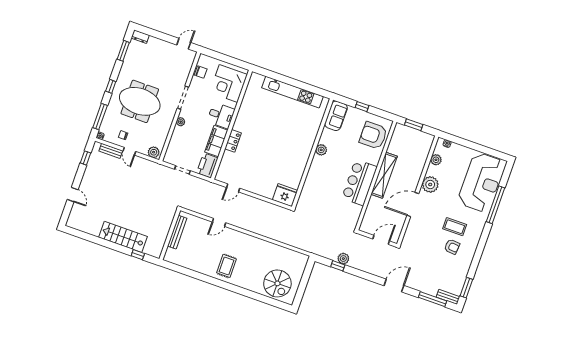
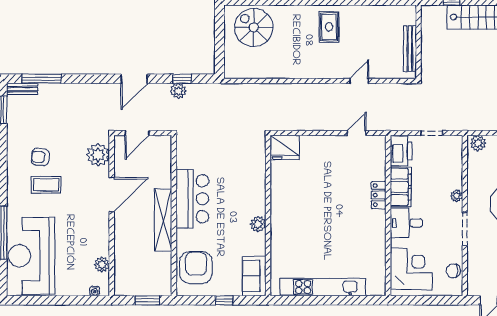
armchair: (373, 135) -> (196, 268), turned -90
plant: (430, 184) -> (98, 155), moved
door: (394, 286) -> (134, 79), moved

